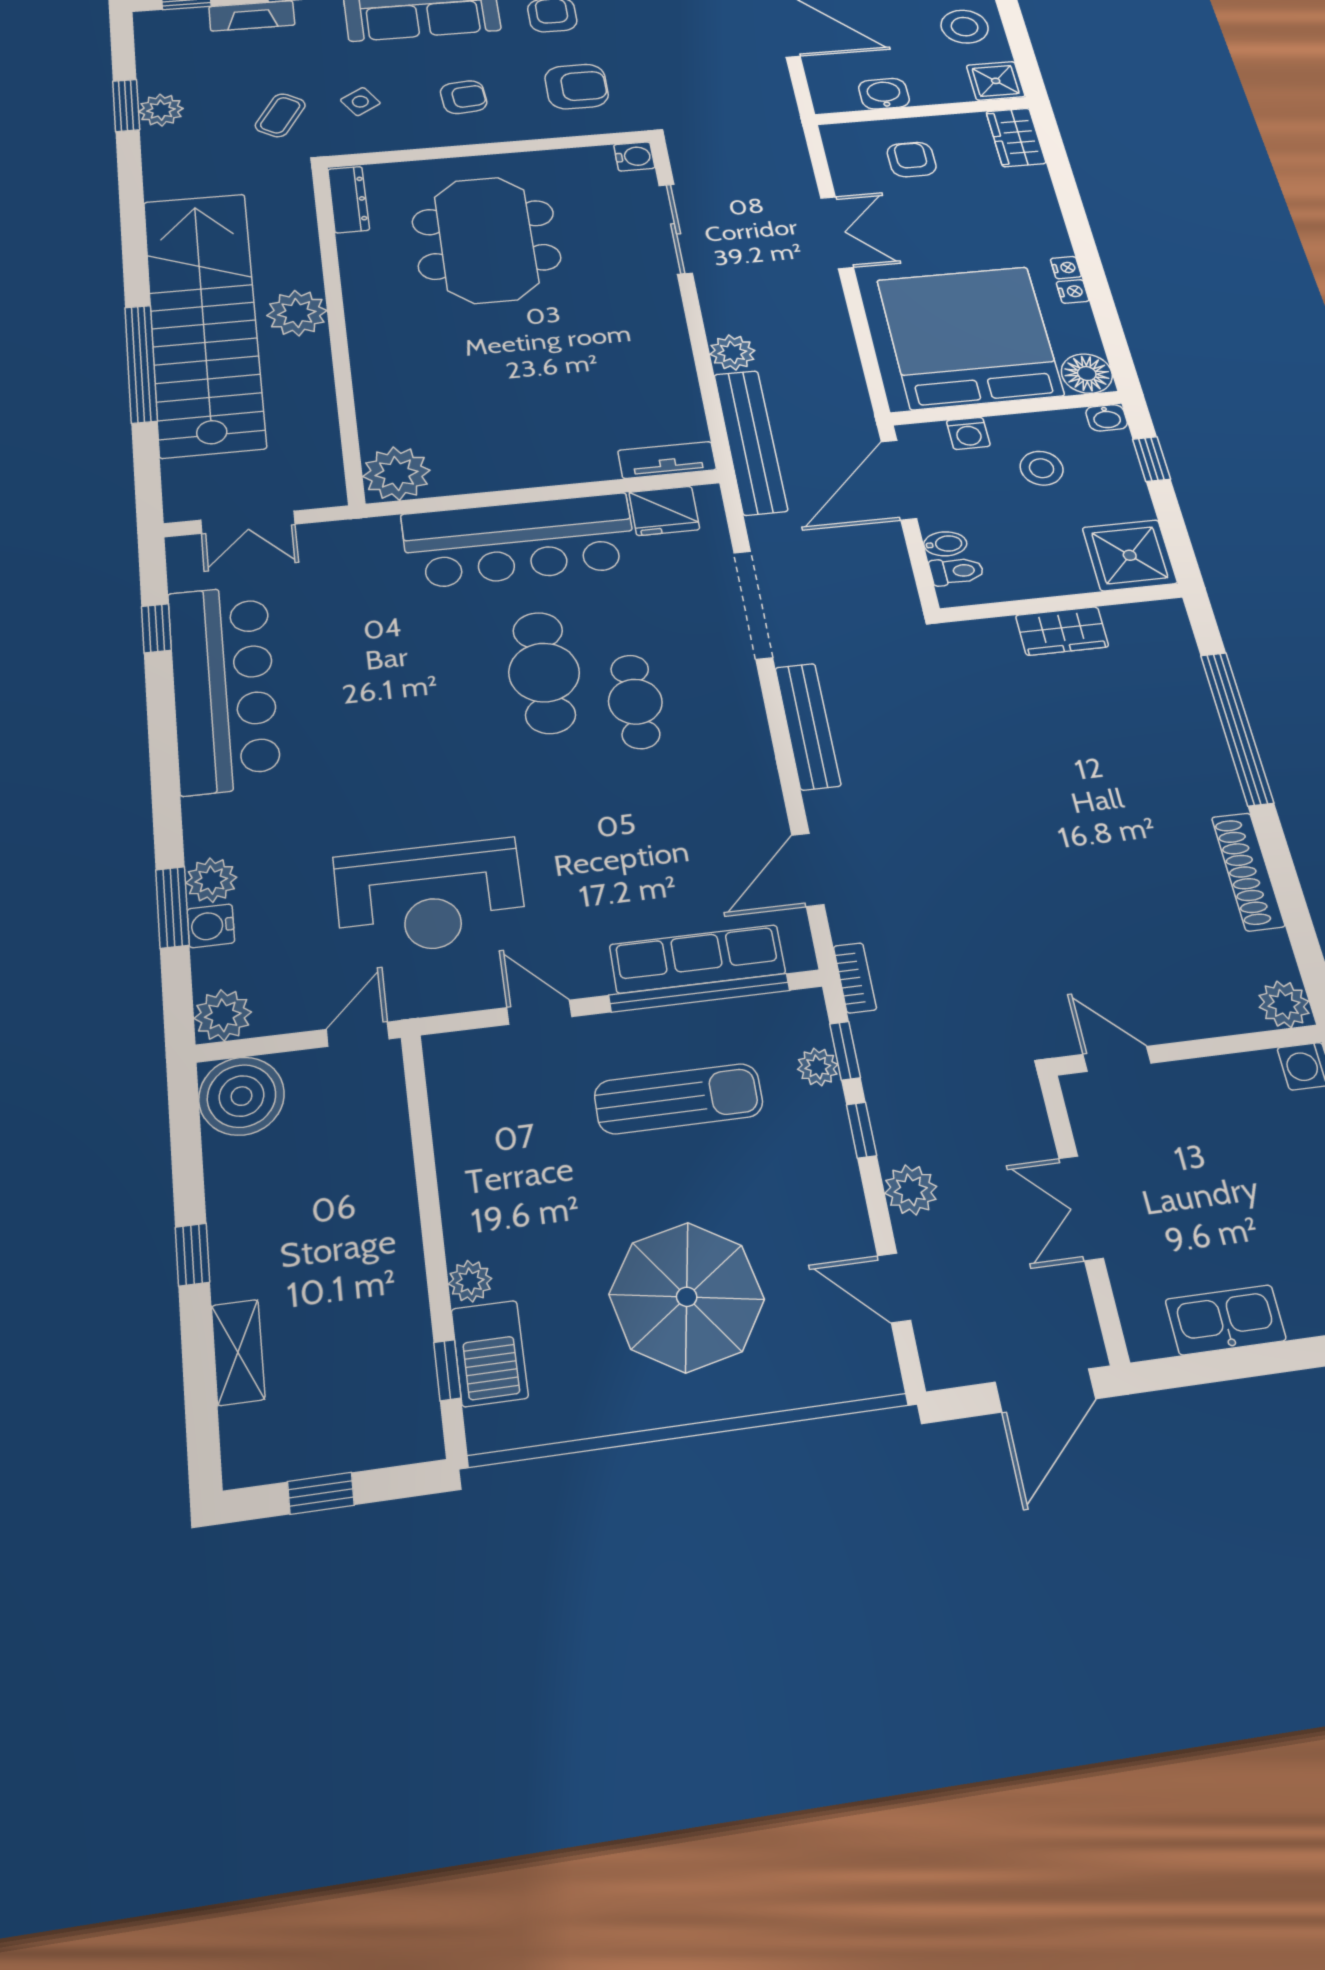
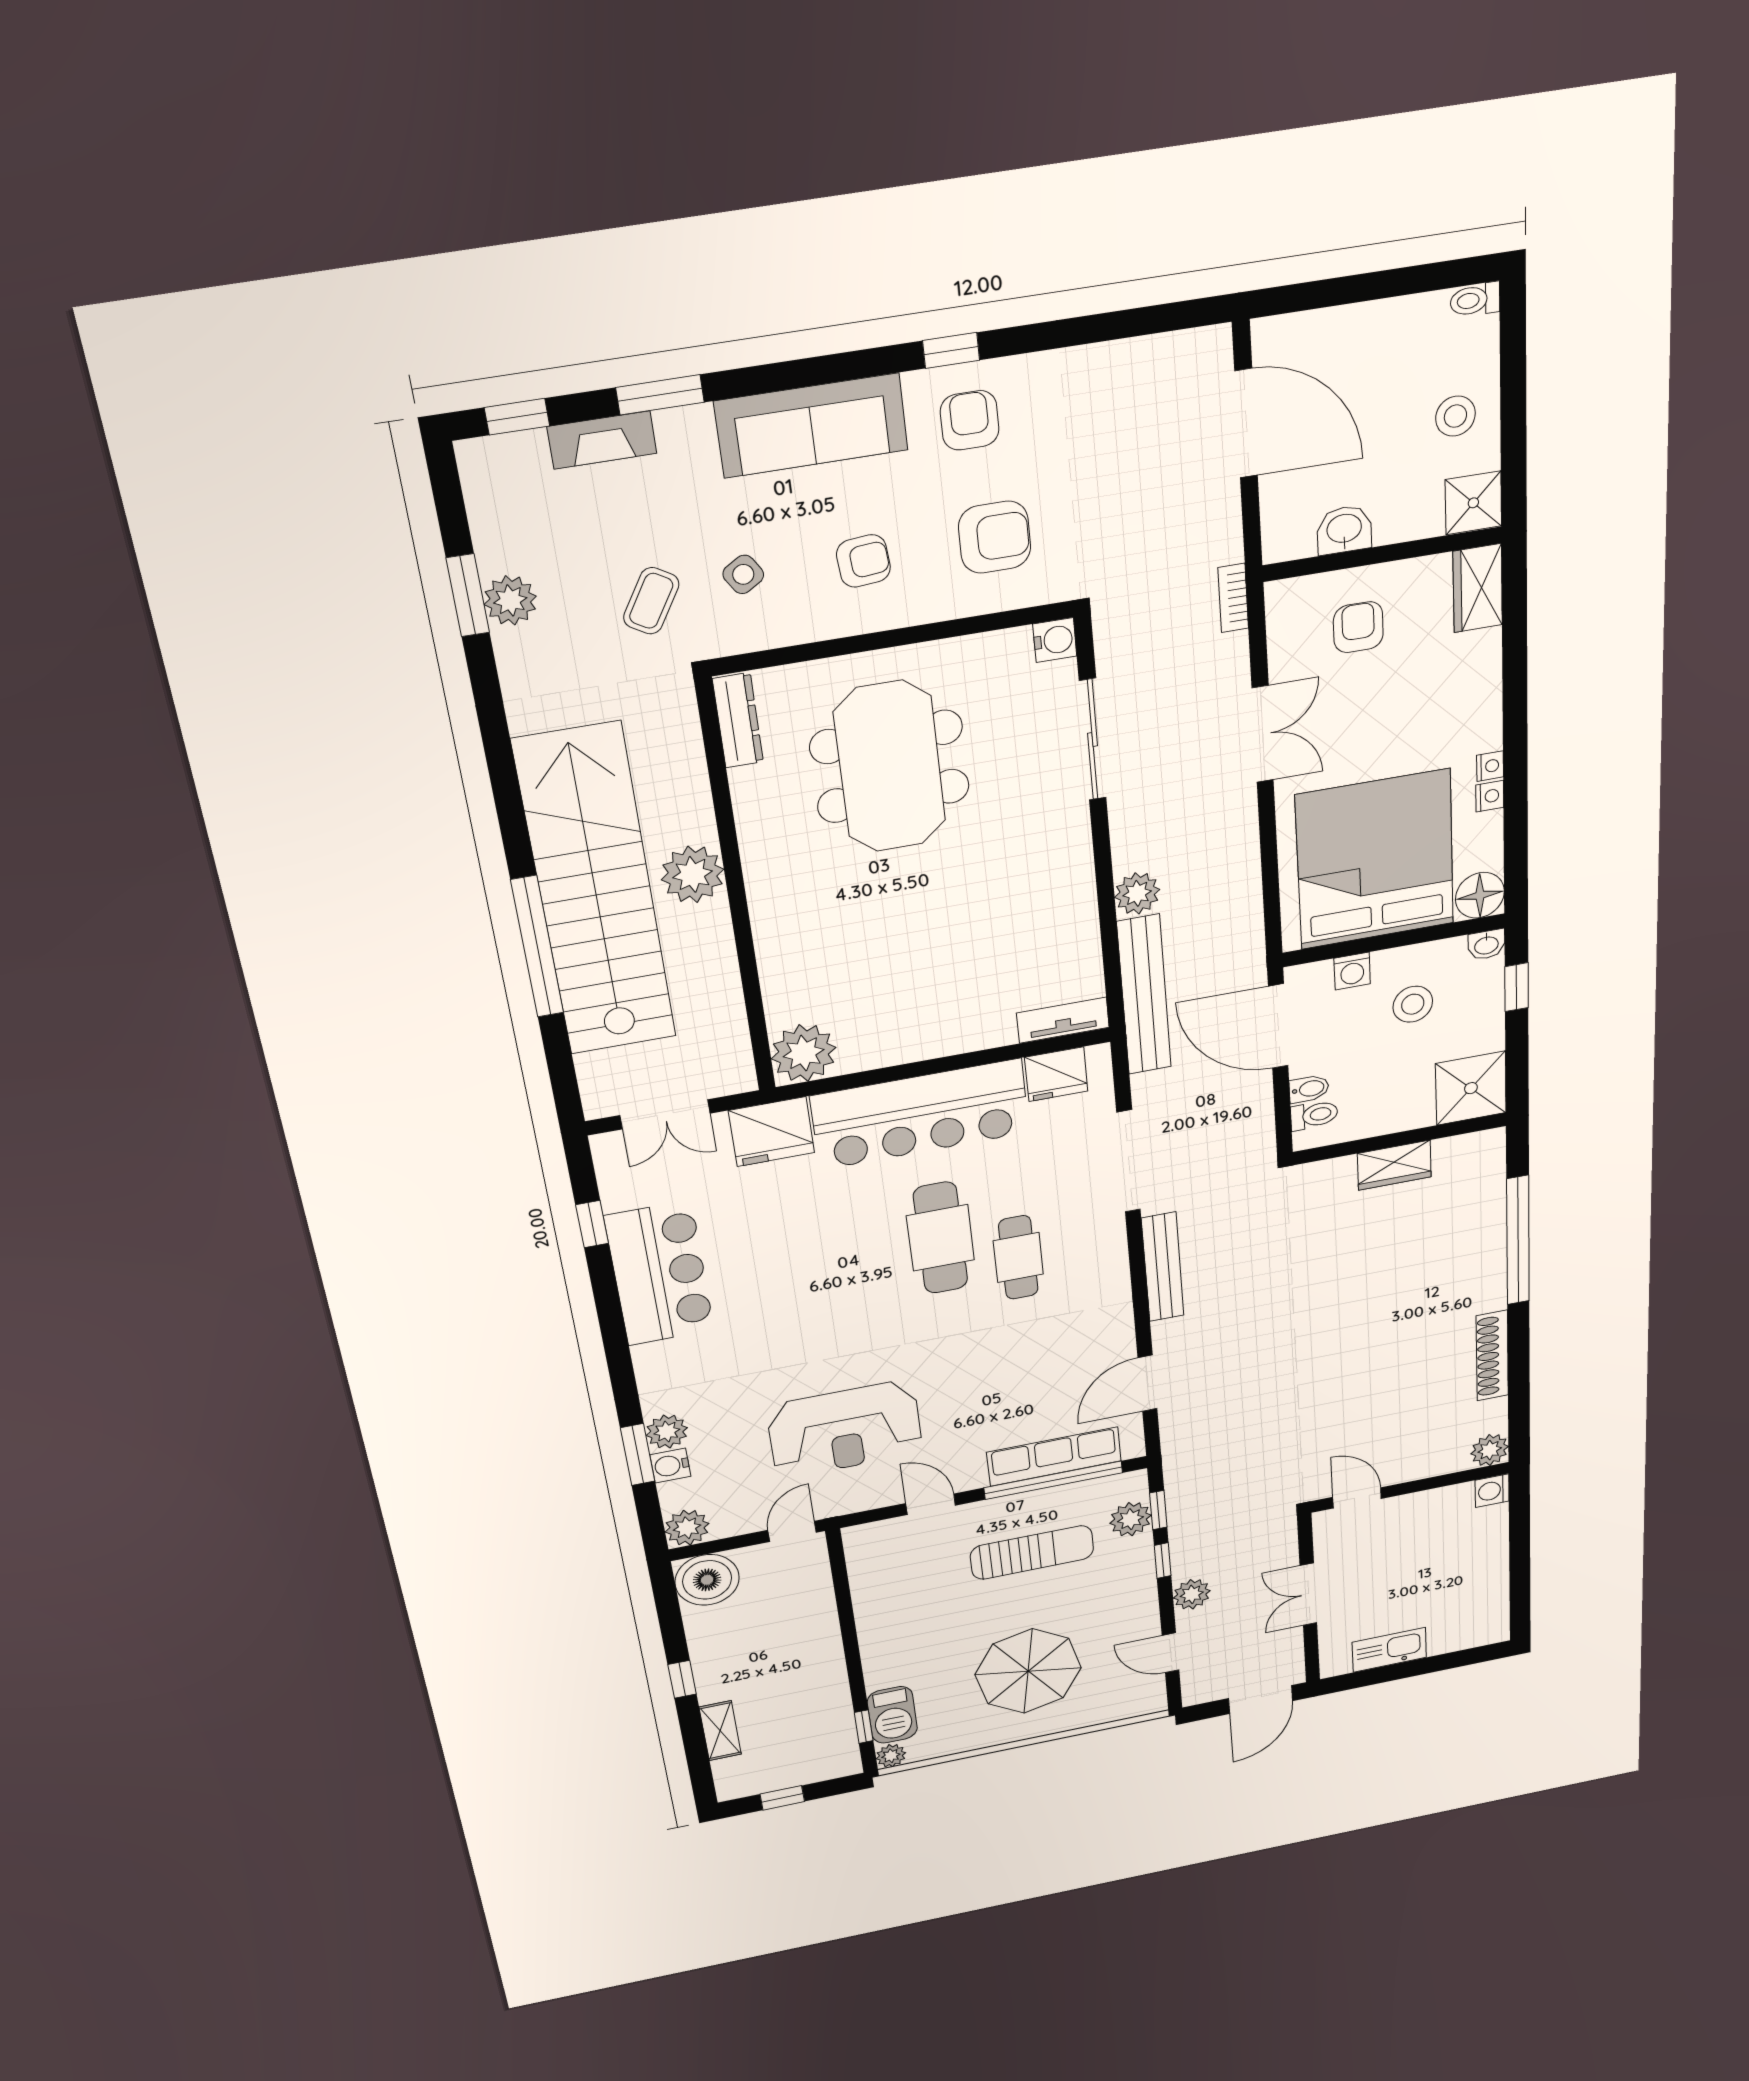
stool: (965, 27) -> (1455, 416), width x0.73, depth x0.73
door: (899, 480) -> (1278, 1026), hinge flipped
fridge: (359, 547) -> (772, 1132), added
bar counter: (224, 688) -> (660, 1273), width x0.73
bookcase: (855, 978) -> (1233, 598), moved, turned 180
plant: (818, 1067) -> (1131, 1519), width x1.38, depth x1.38
plant: (470, 1281) -> (891, 1756), moved

